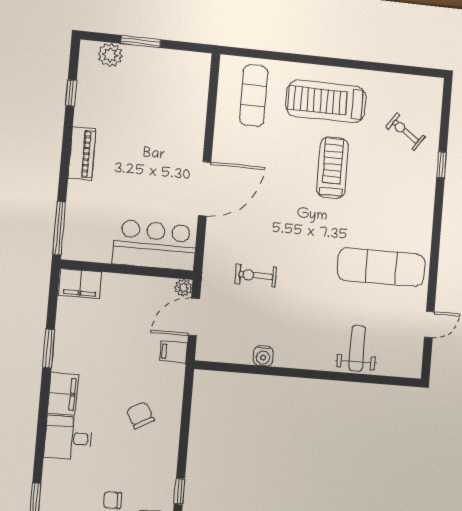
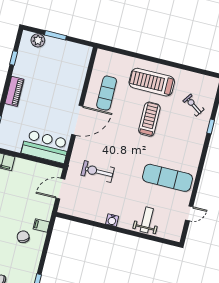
exercise mat: (254, 95) -> (107, 93), moved
exercise bike: (256, 275) -> (98, 172), width x1.38, depth x1.39
plant: (183, 288) -> (57, 172), removed
filing cabinet: (173, 352) -> (41, 225), moved
water cooler: (263, 356) -> (112, 220), moved

